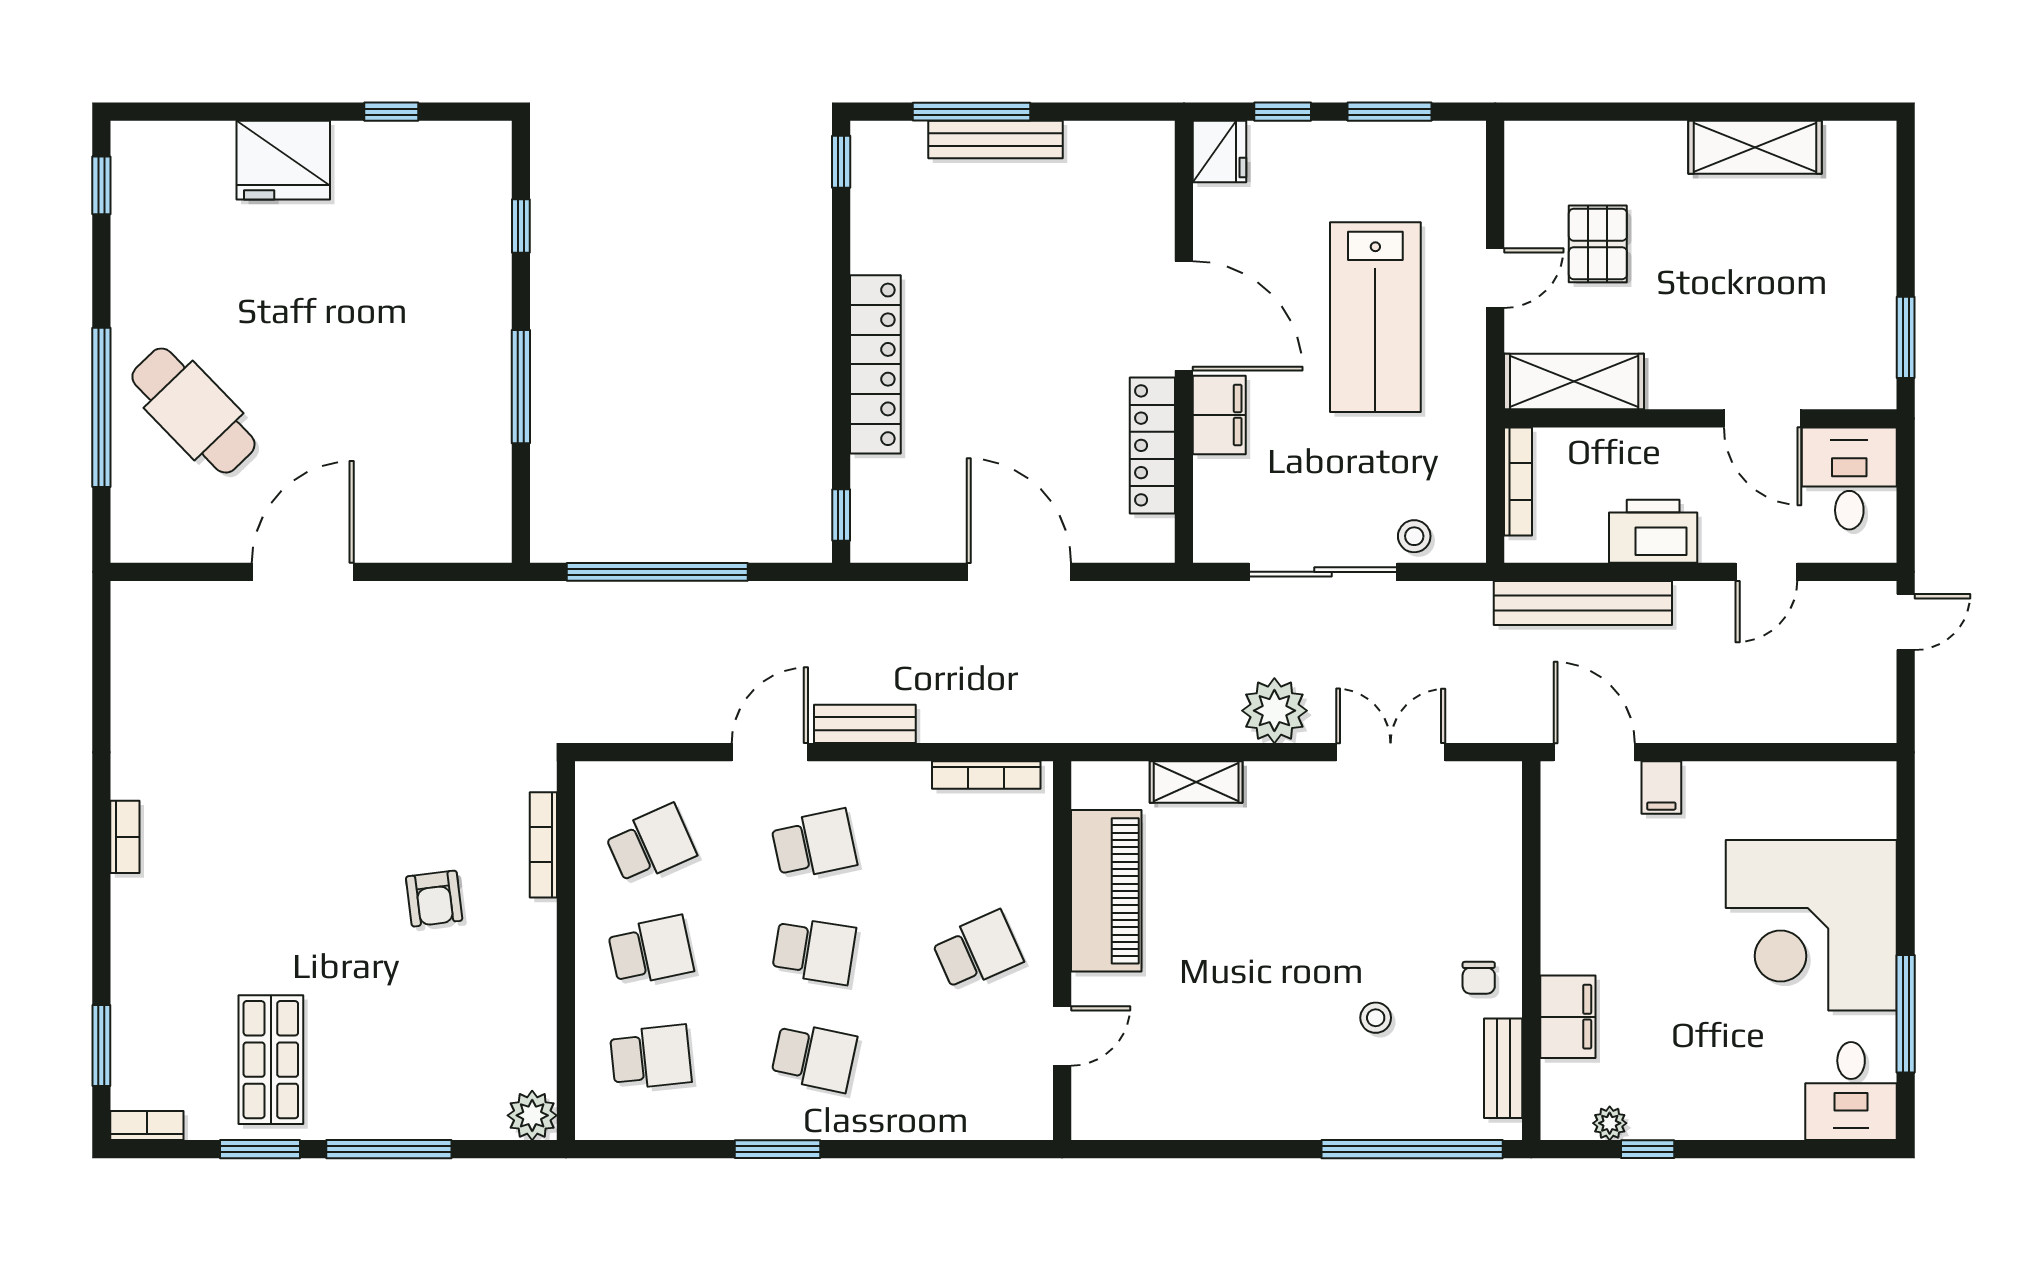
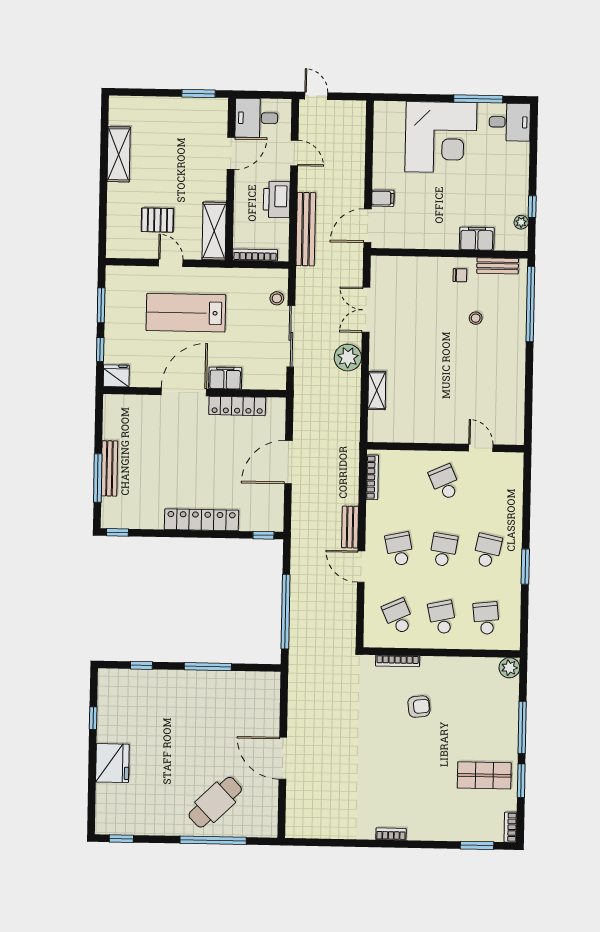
lab bench: (1375, 317) -> (186, 313), turned 180
piano: (1106, 891) -> (421, 429), removed

